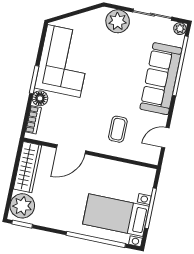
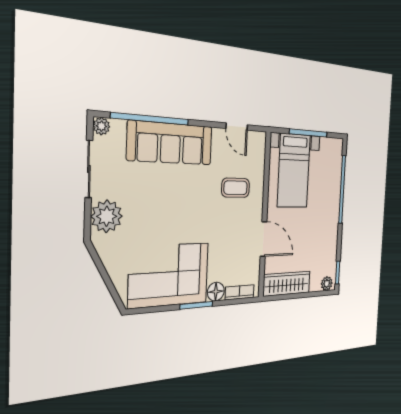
plant: (22, 206) -> (327, 284), width x0.53, depth x0.53
bed with nightstands: (116, 215) -> (294, 171), moved

